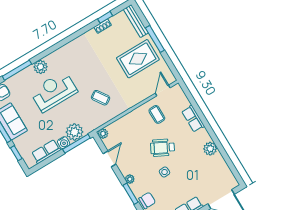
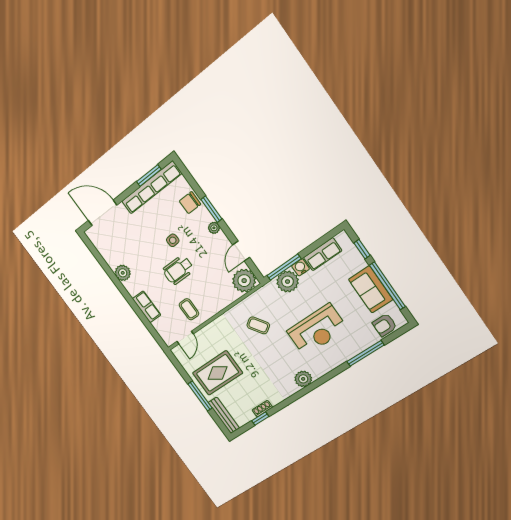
plant: (41, 67) -> (303, 379), moved
plant: (103, 134) -> (244, 281), width x1.88, depth x1.88
wheelchair: (162, 148) -> (178, 270), turned 153

